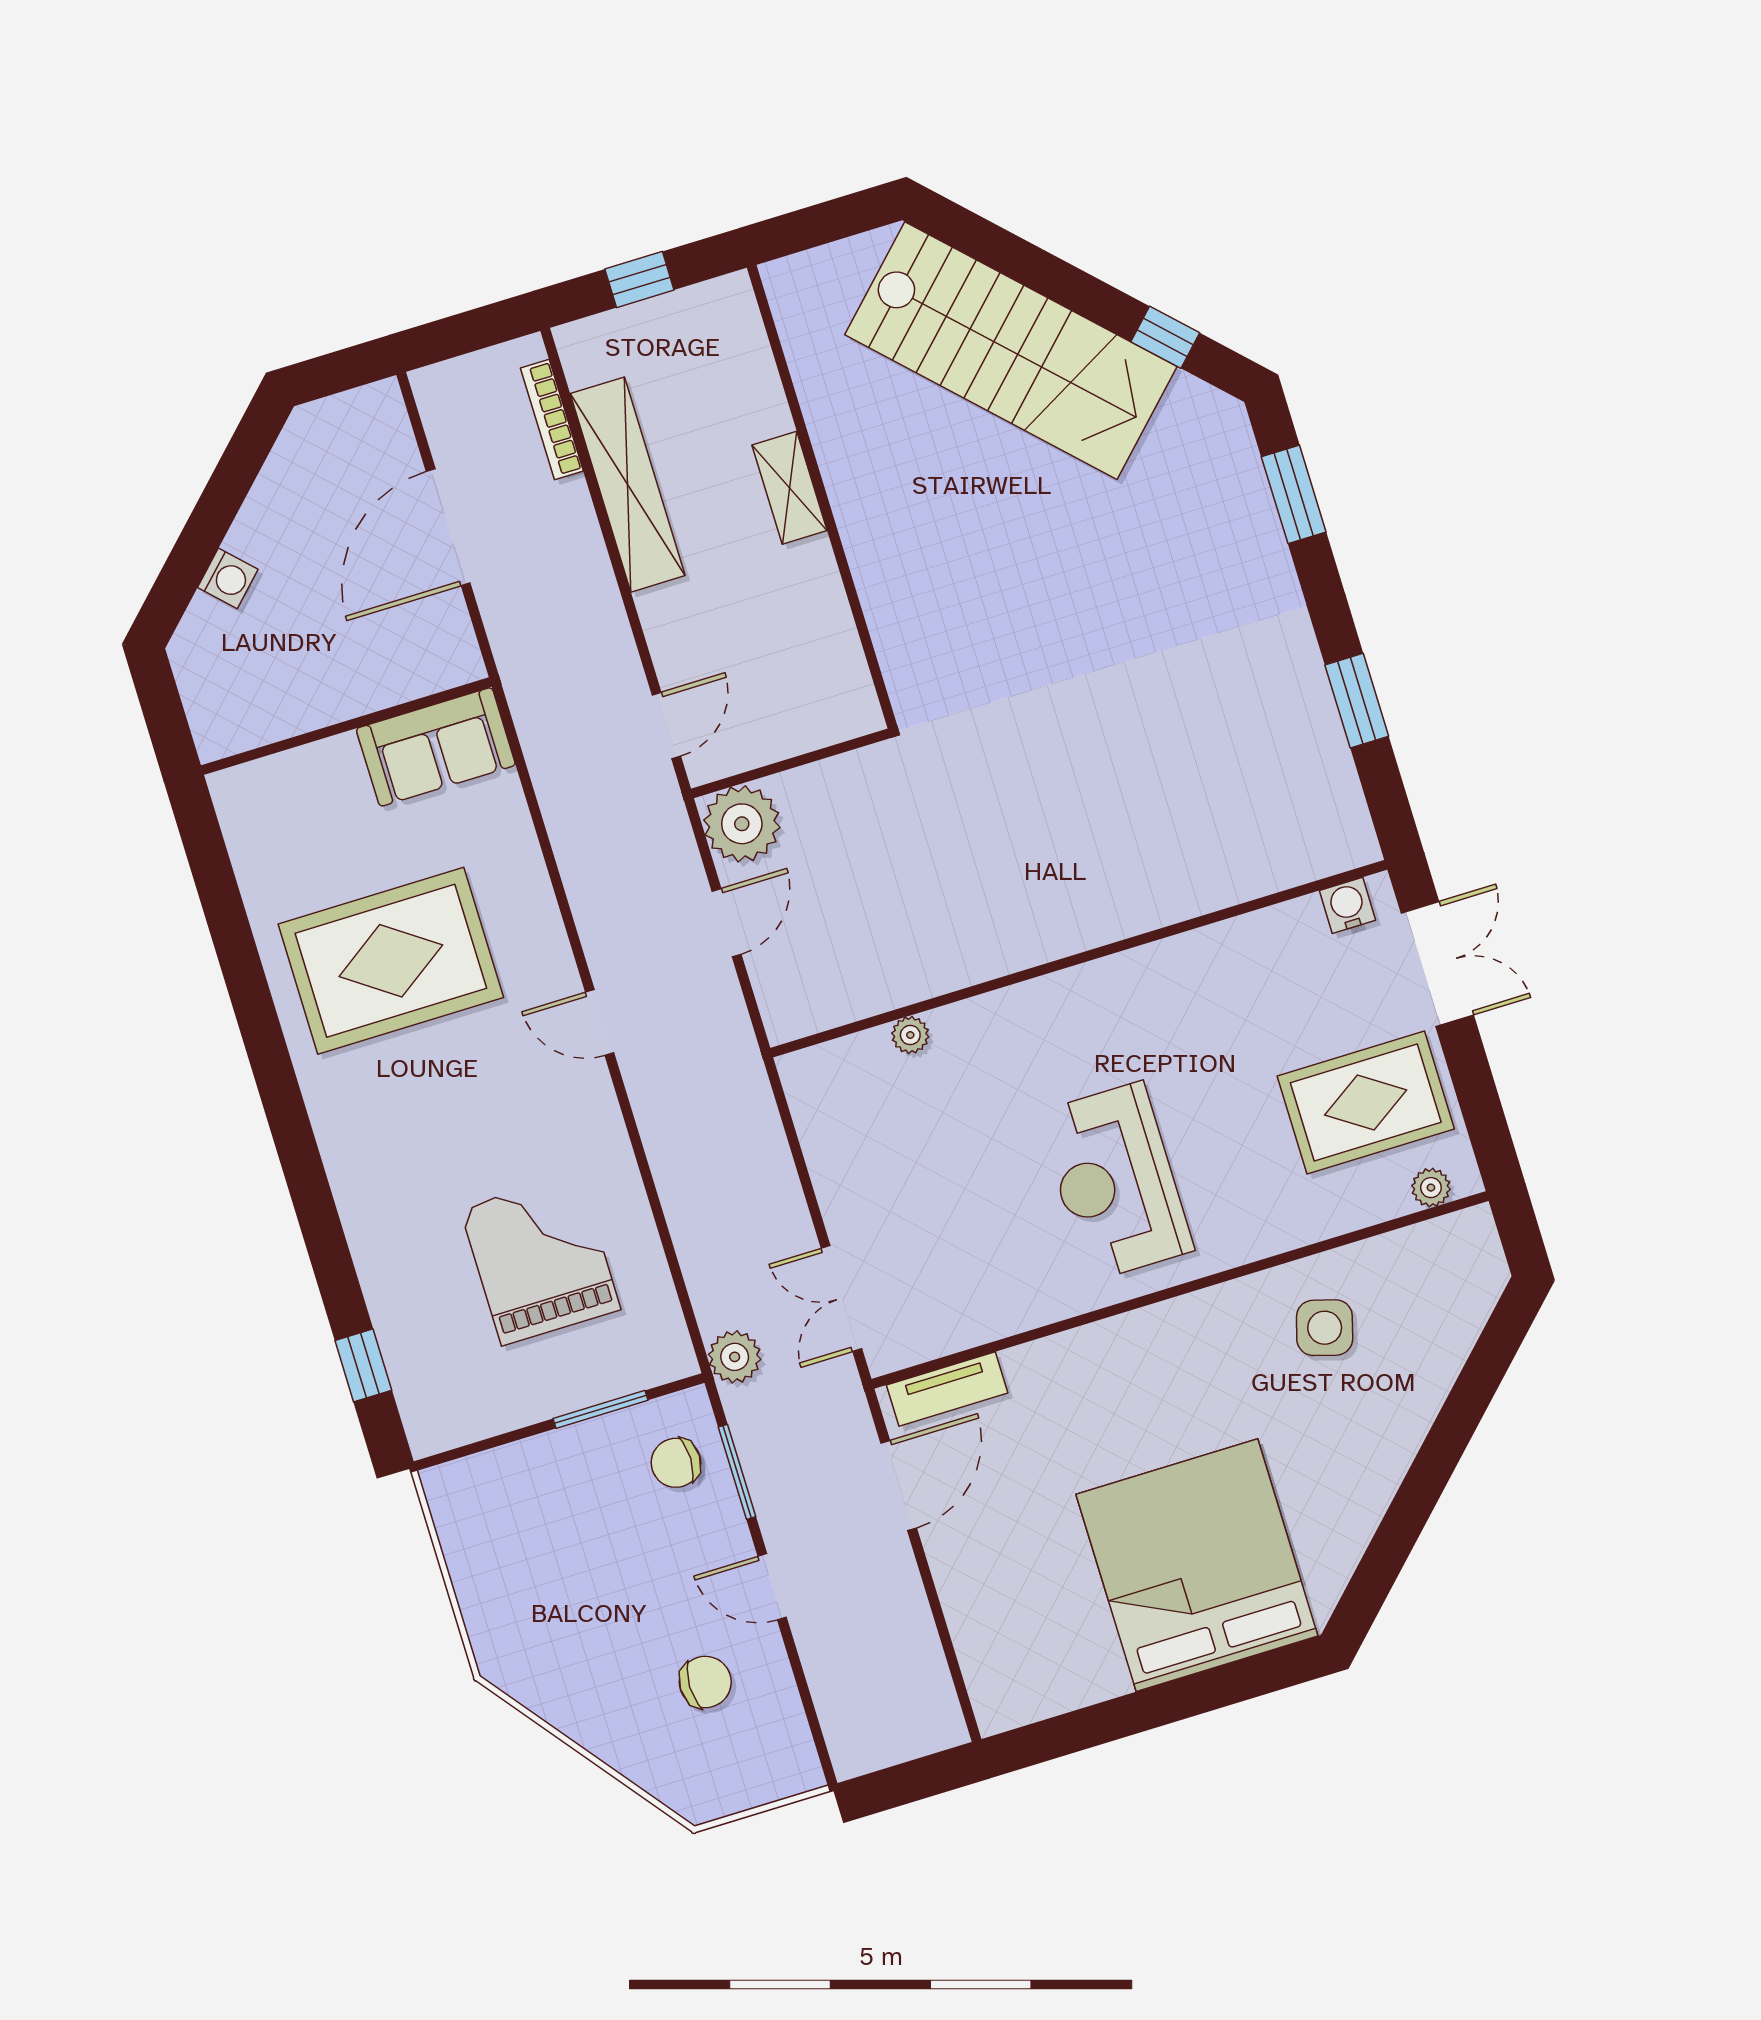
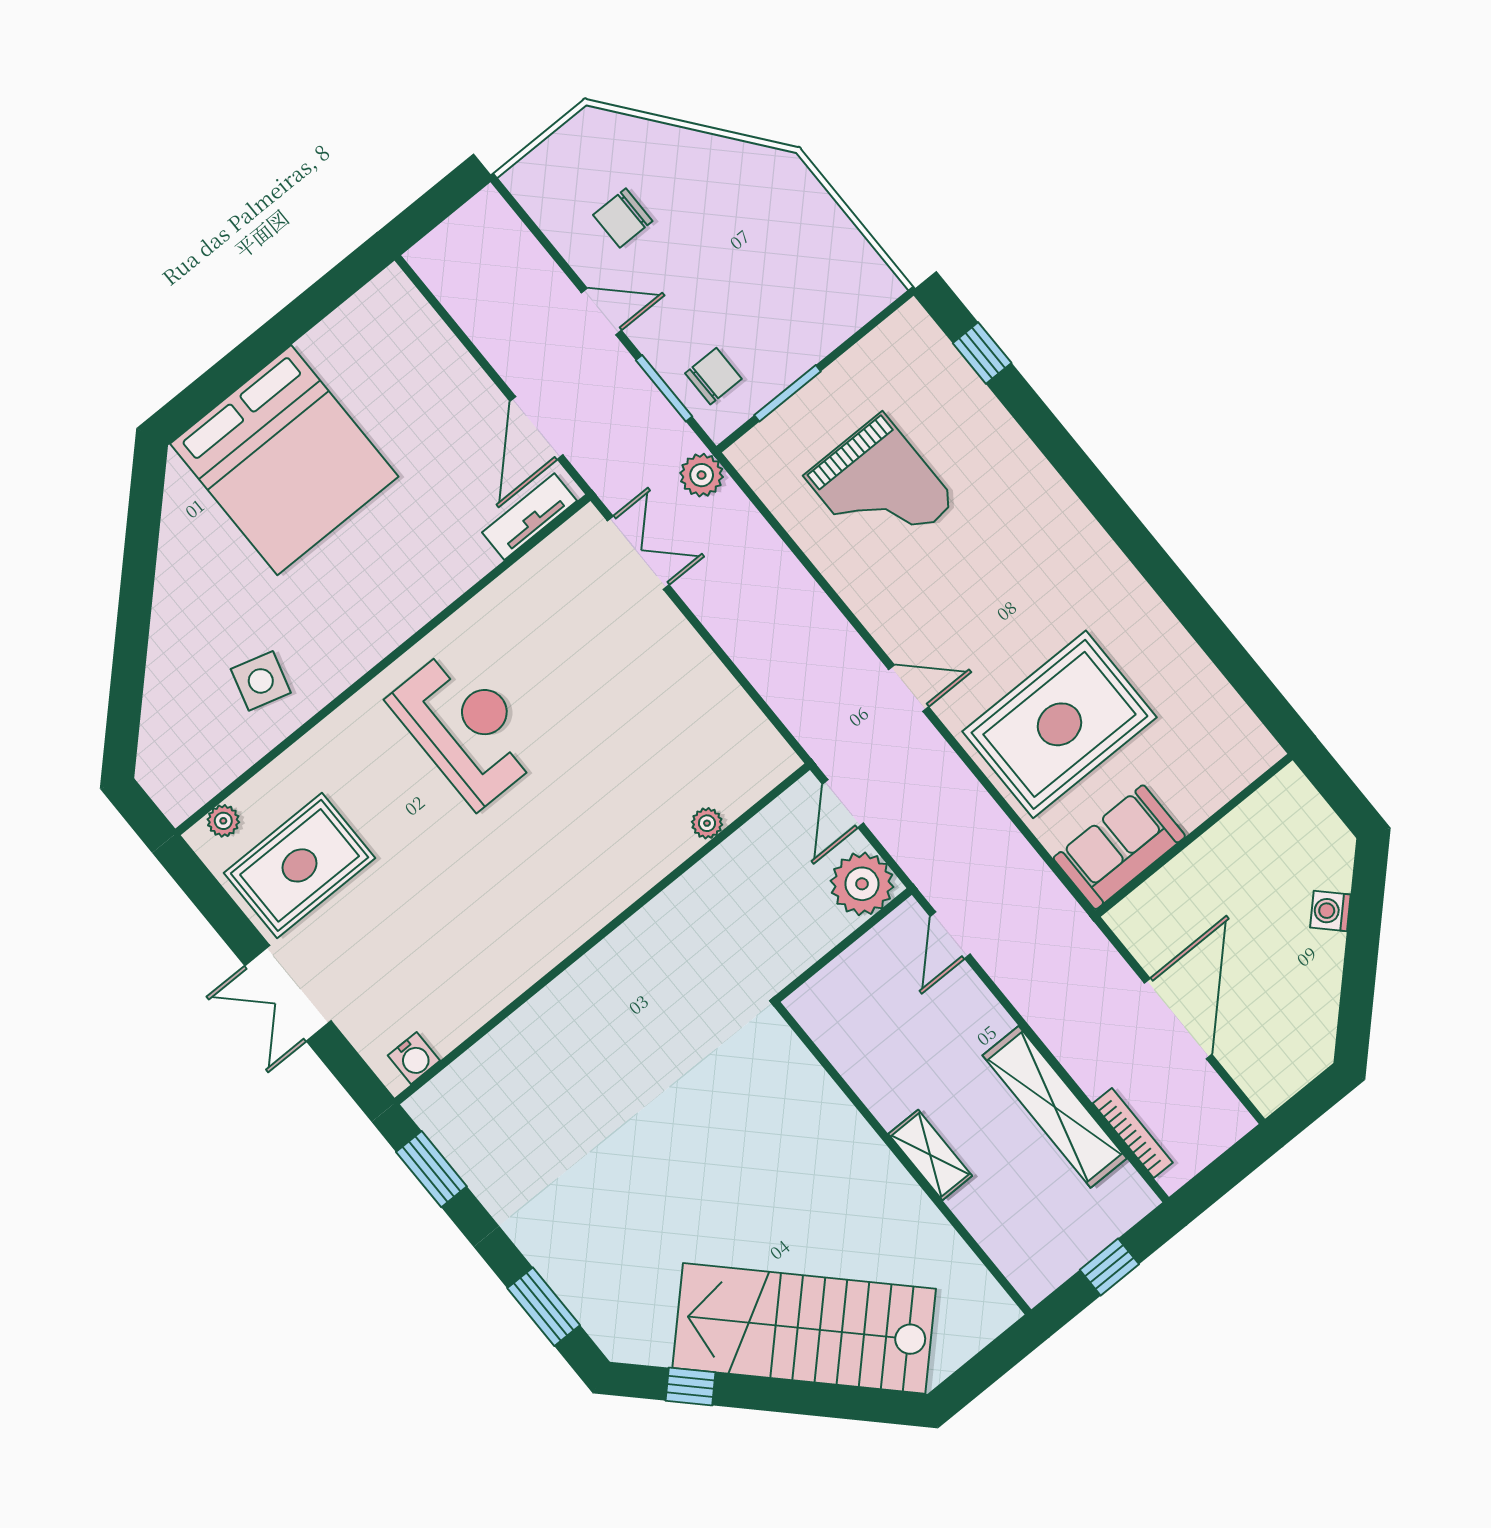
water cooler: (1348, 905) -> (414, 1058), moved
wall: (1079, 959) -> (602, 934), moved
rug: (391, 961) -> (1059, 724), moved
plant: (910, 1035) -> (707, 823), moved

